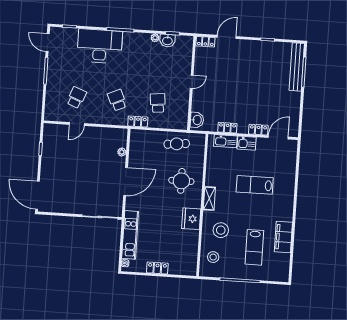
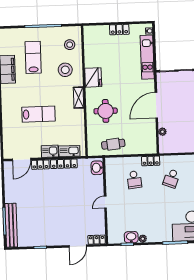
school desk: (117, 100) -> (171, 178), turned 45
locker: (227, 128) -> (64, 164), width x1.53

